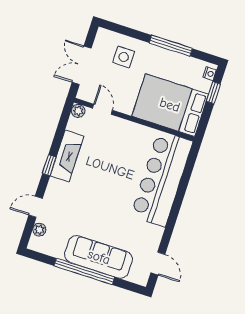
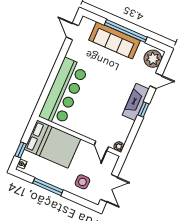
double door: (82, 65) -> (109, 188), moved
fireplace: (67, 156) -> (136, 102), moved
plant: (39, 230) -> (153, 59), width x1.88, depth x1.88

